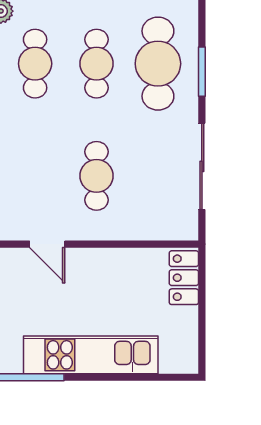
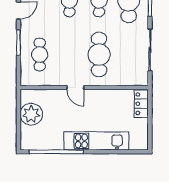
cafe table: (96, 176) -> (99, 54), width x1.37, depth x1.35

